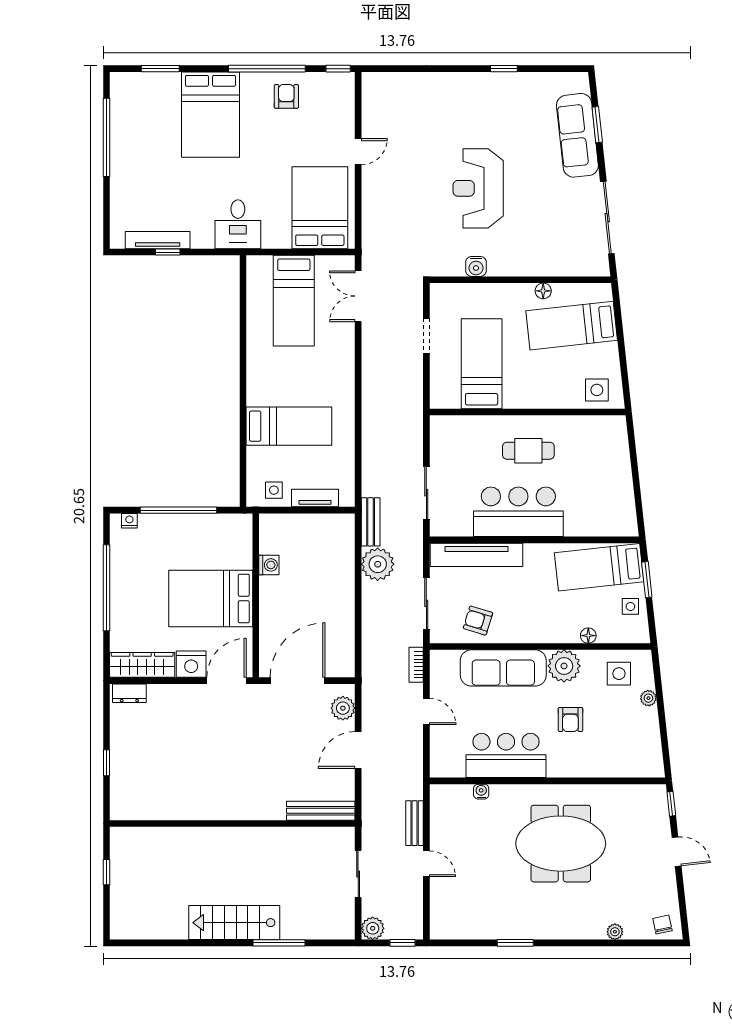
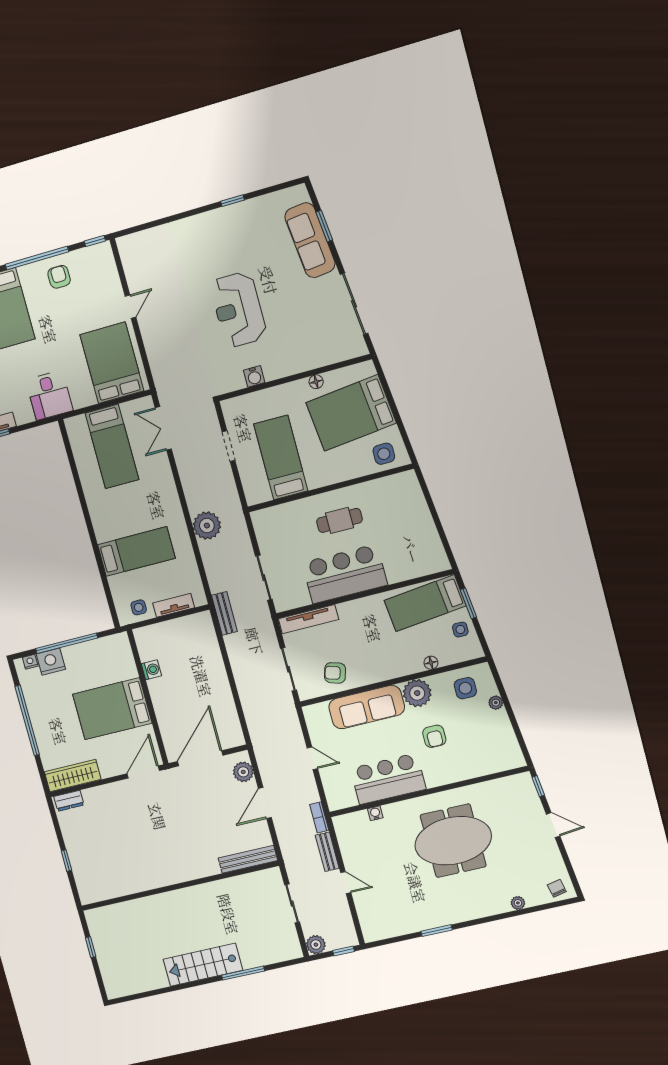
bed: (572, 326) -> (351, 413), width x1.50
tv unit: (476, 555) -> (308, 619), width x0.73, depth x0.78
plant: (378, 564) -> (207, 526), moved
nightstand: (191, 664) -> (51, 662), moved, turned 180
bookcase: (416, 665) -> (319, 817), moved

